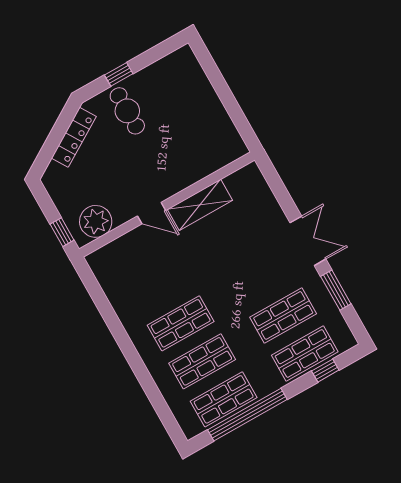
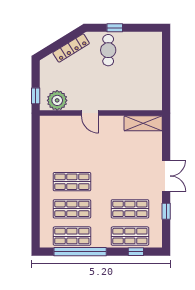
shelving: (200, 205) -> (143, 123), moved
window: (336, 290) -> (166, 211), width x0.67

